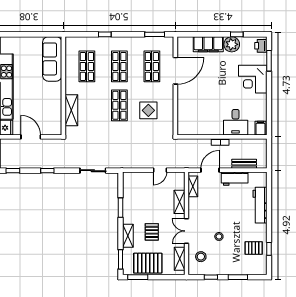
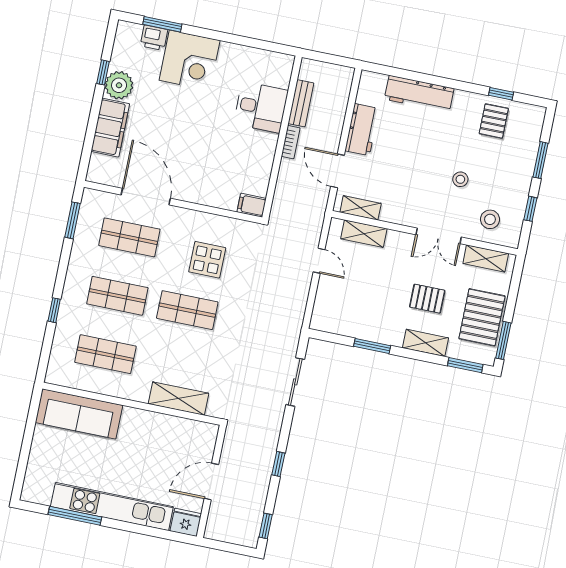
printer: (261, 46) -> (154, 38), moved
filing cabinet: (261, 128) -> (252, 205), moved
bench: (244, 164) -> (301, 103), moved
shelving: (179, 202) -> (364, 234), moved

